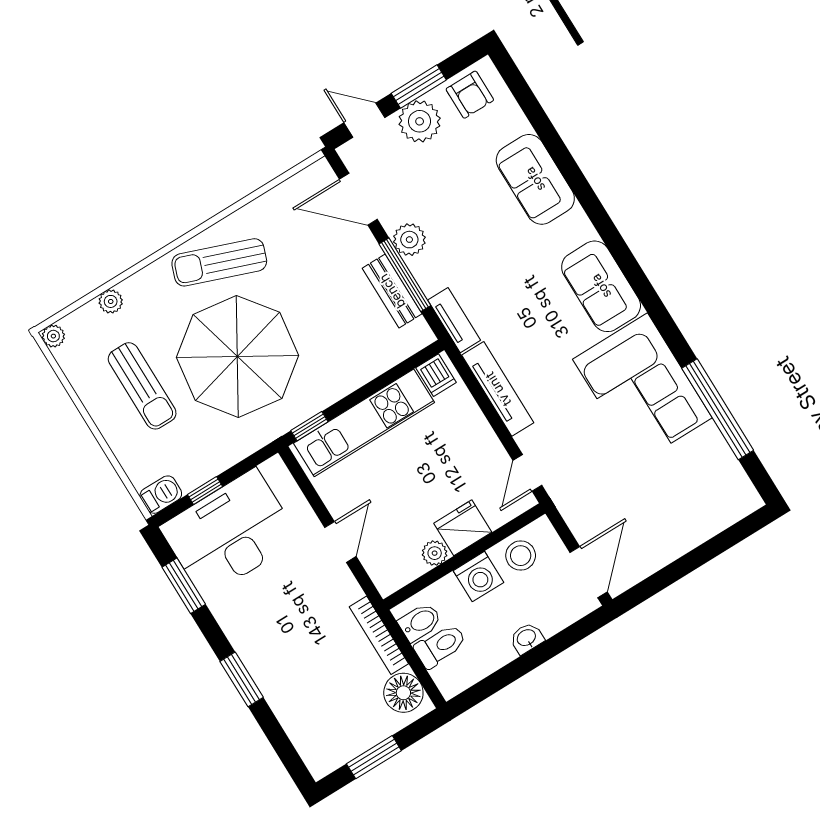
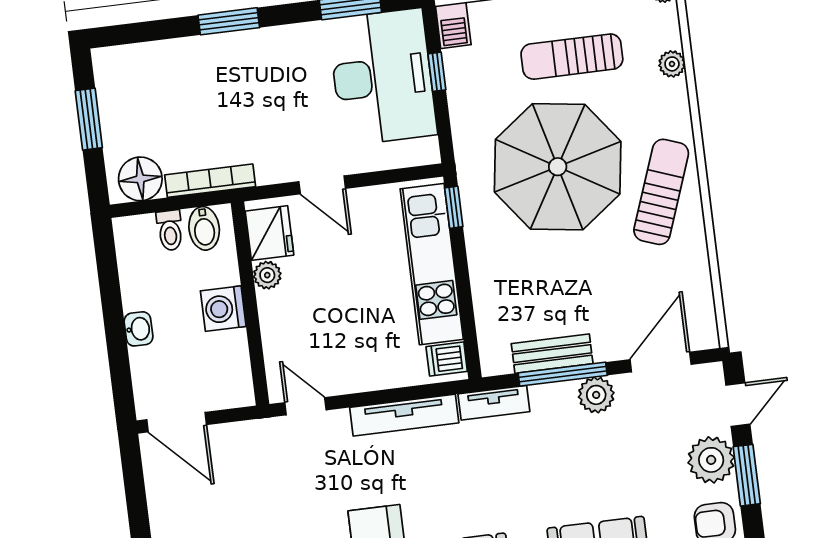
fridge: (463, 528) -> (270, 233), moved
stool: (521, 556) -> (225, 361), removed
toilet: (440, 646) -> (170, 230), width x0.73, depth x0.72

